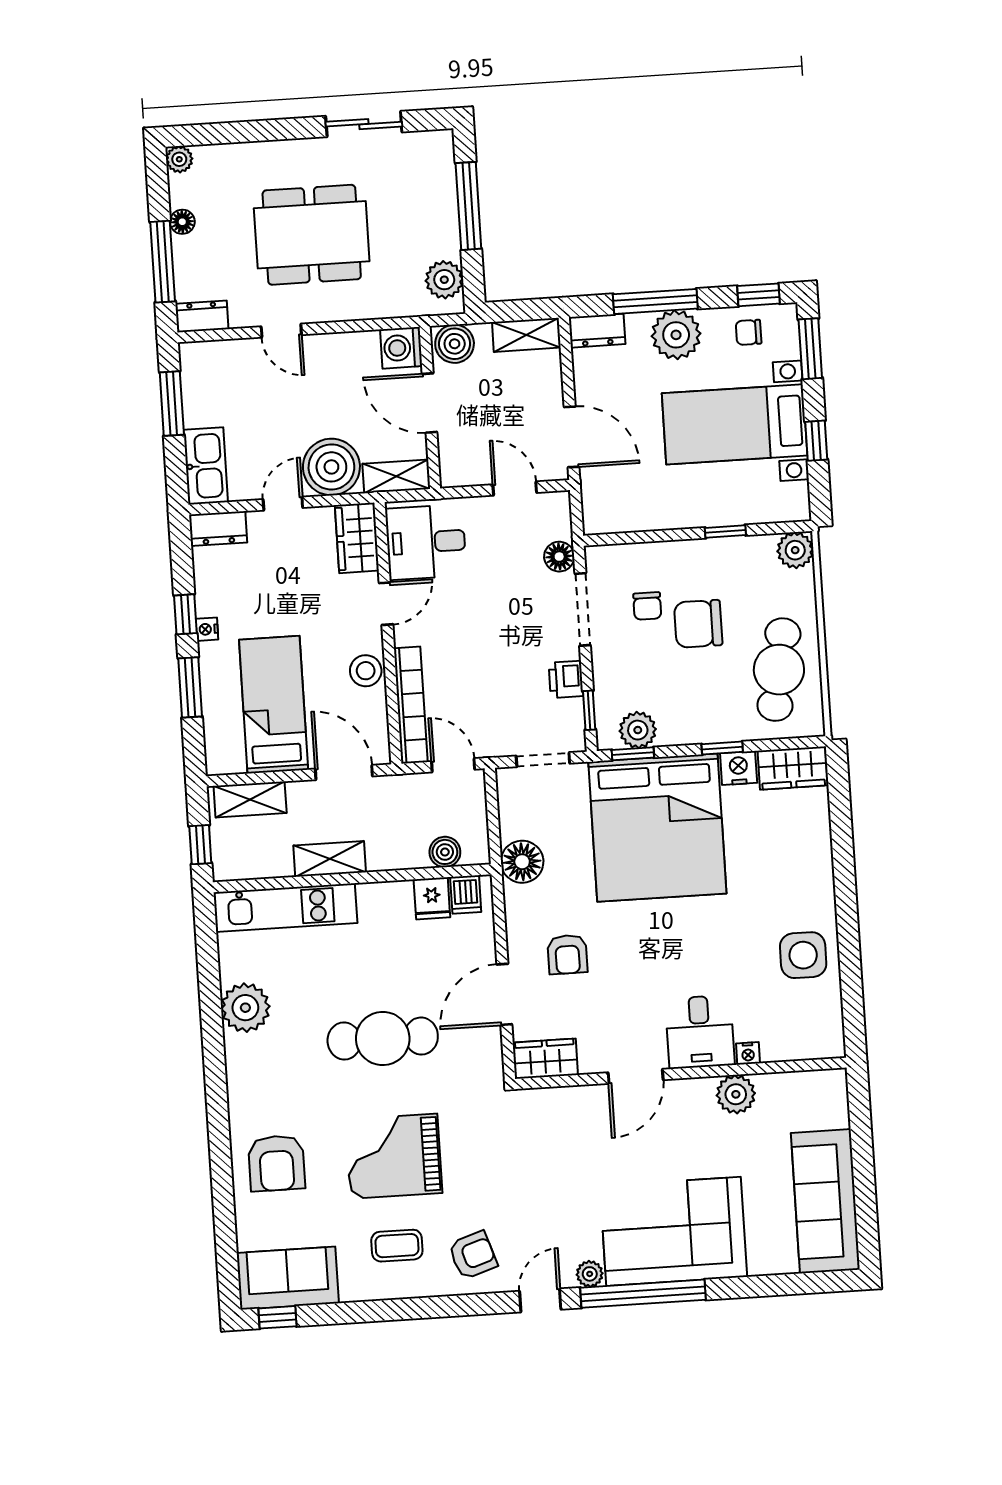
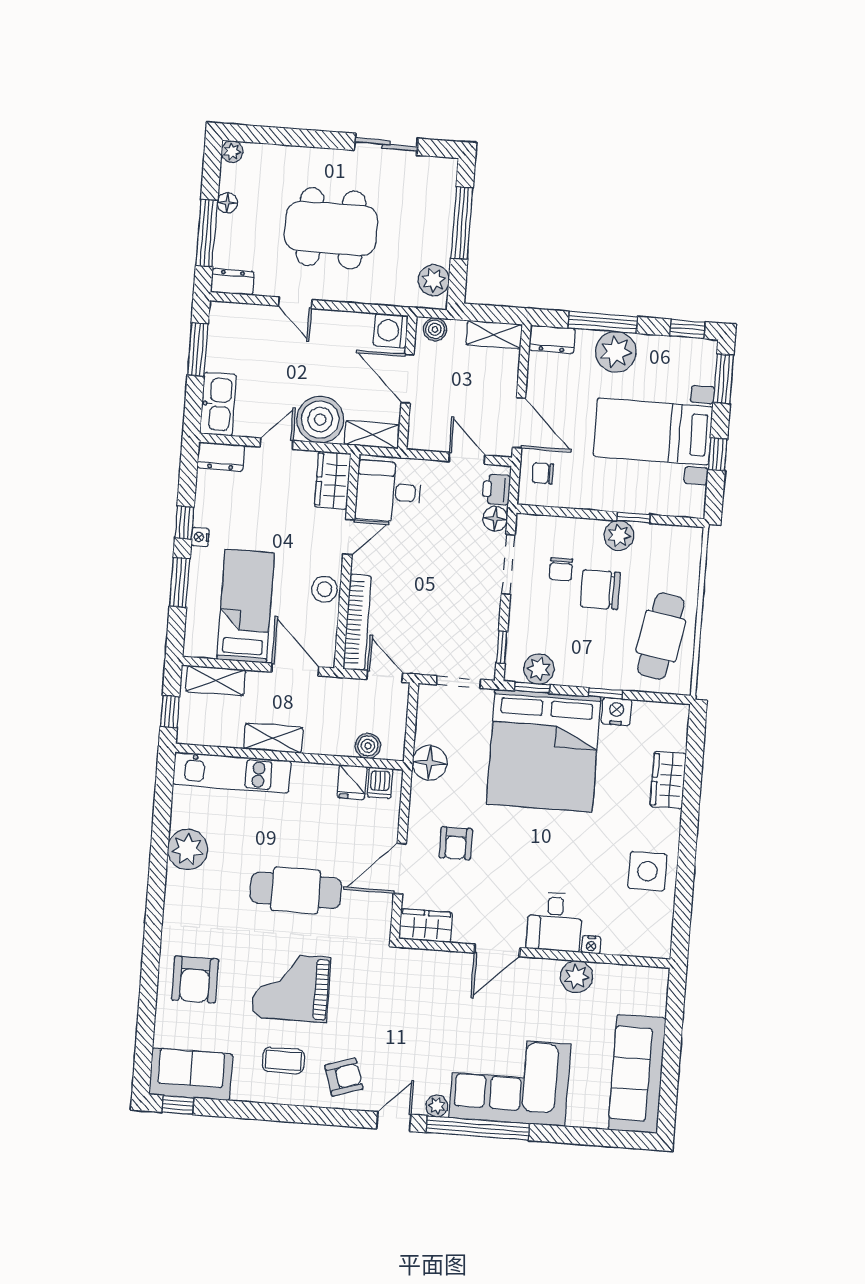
chair: (749, 332) -> (543, 473), moved
boiler: (455, 344) -> (435, 329), width x0.73, depth x0.73
plant: (795, 550) -> (619, 536), moved
printer: (566, 679) -> (496, 490), moved
wardrobe: (793, 768) -> (668, 780), moved, turned 90

